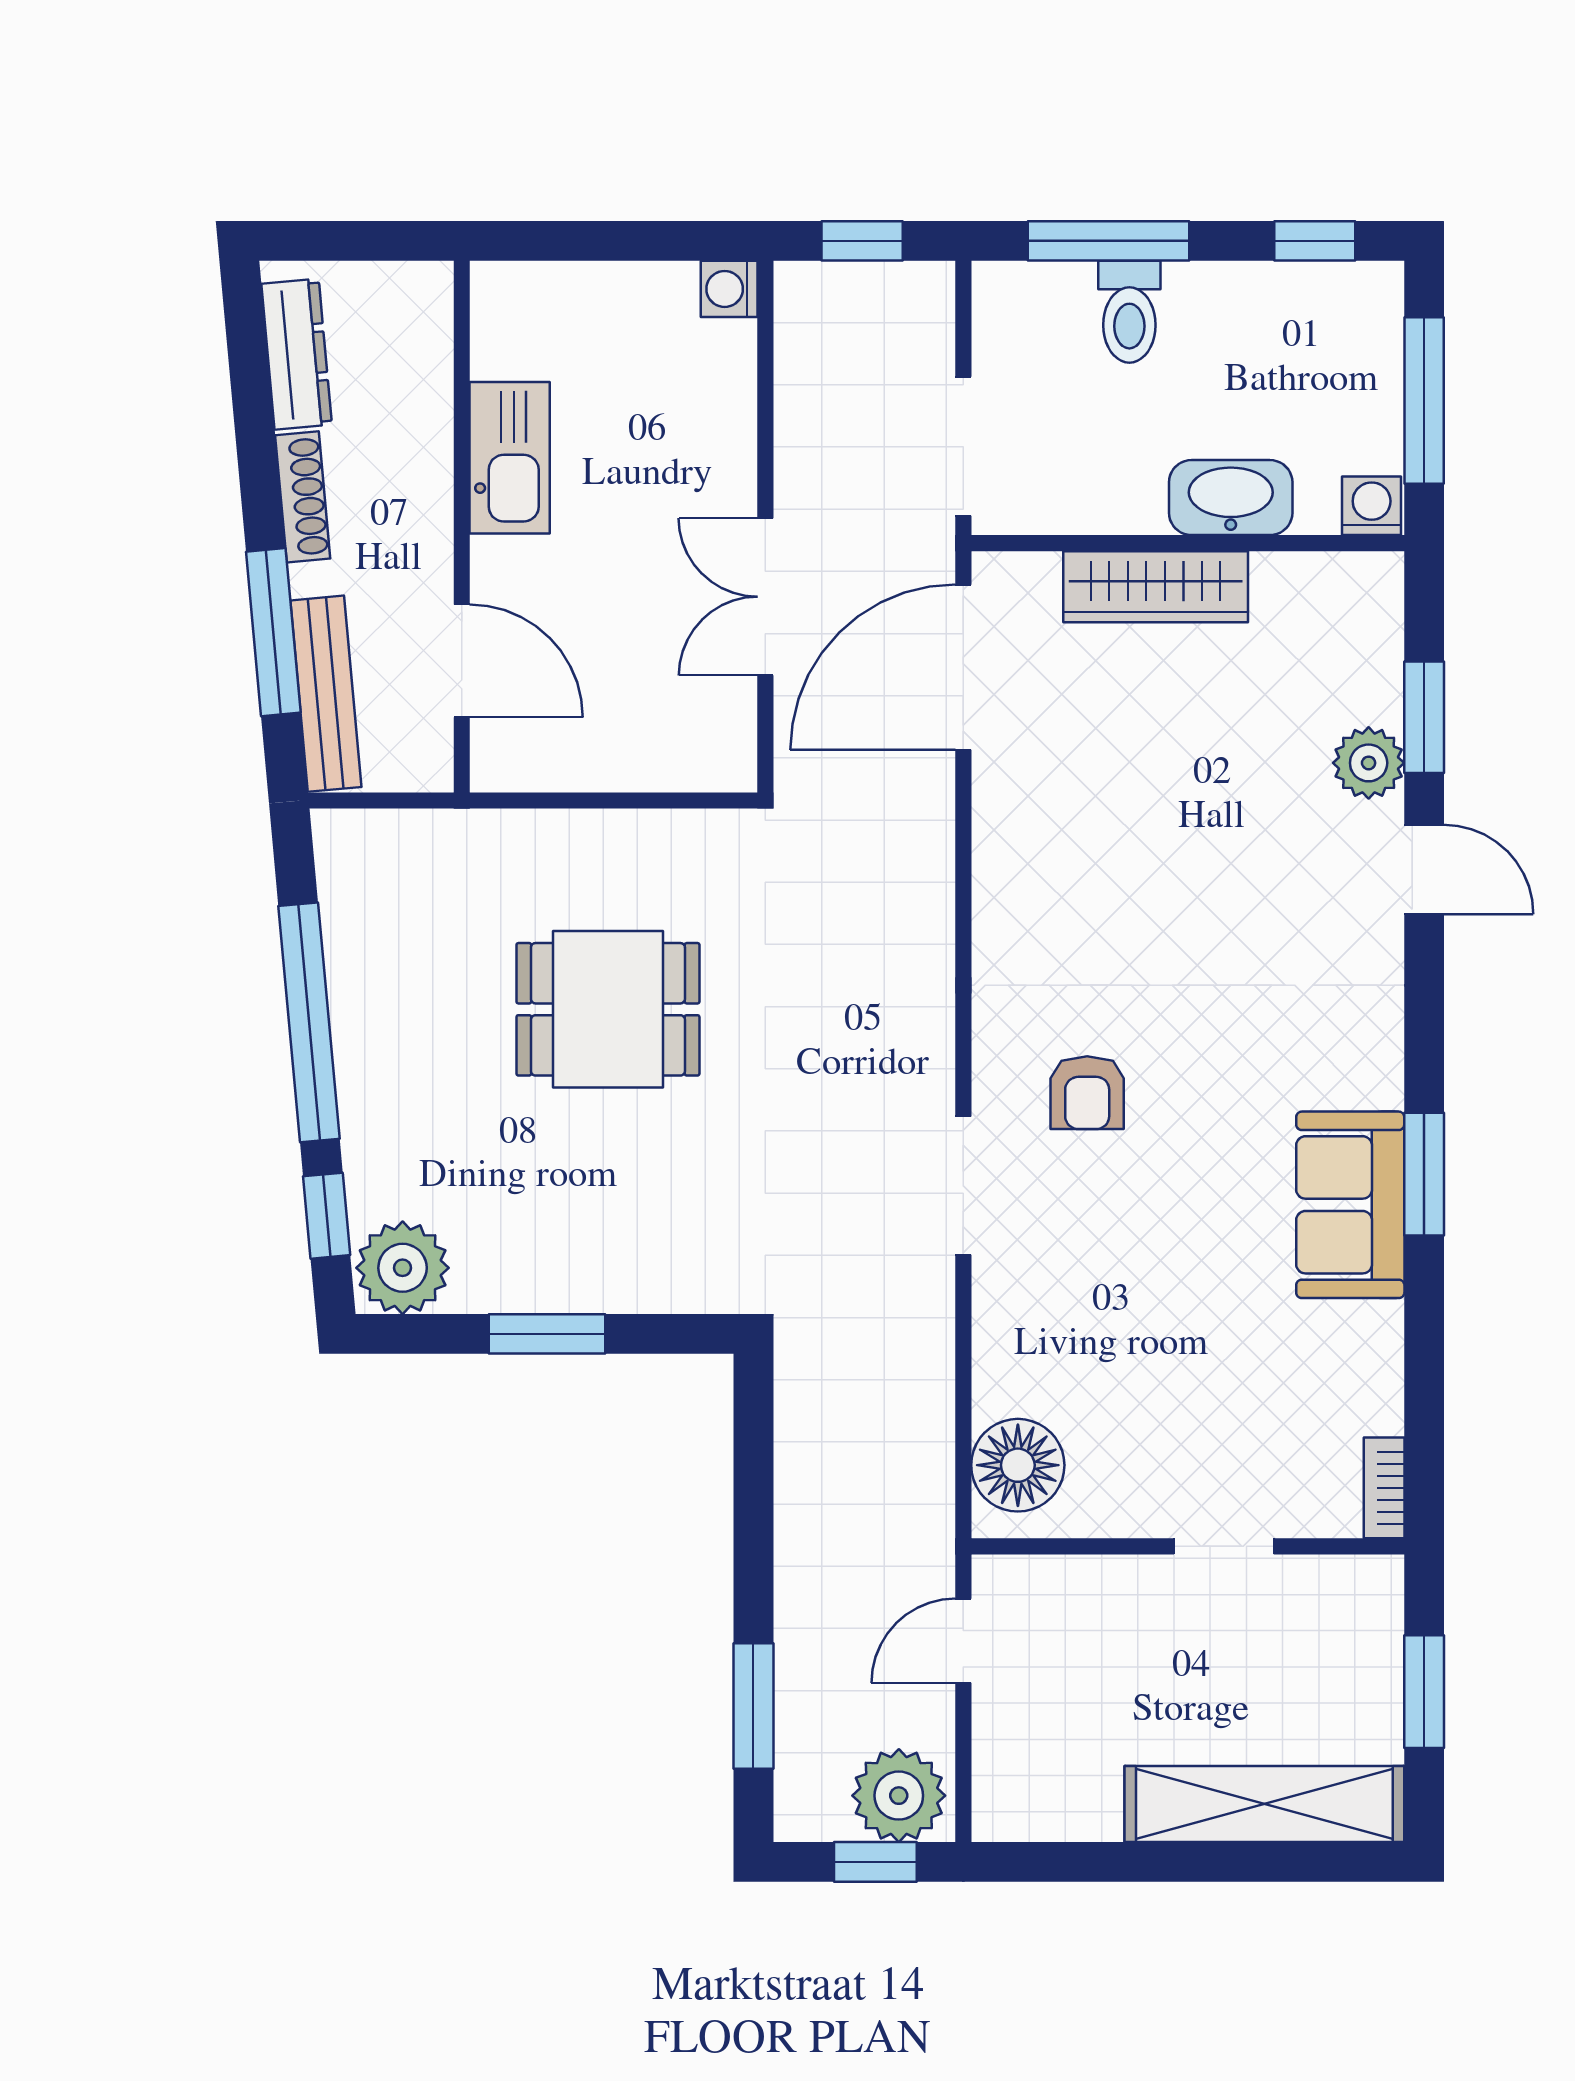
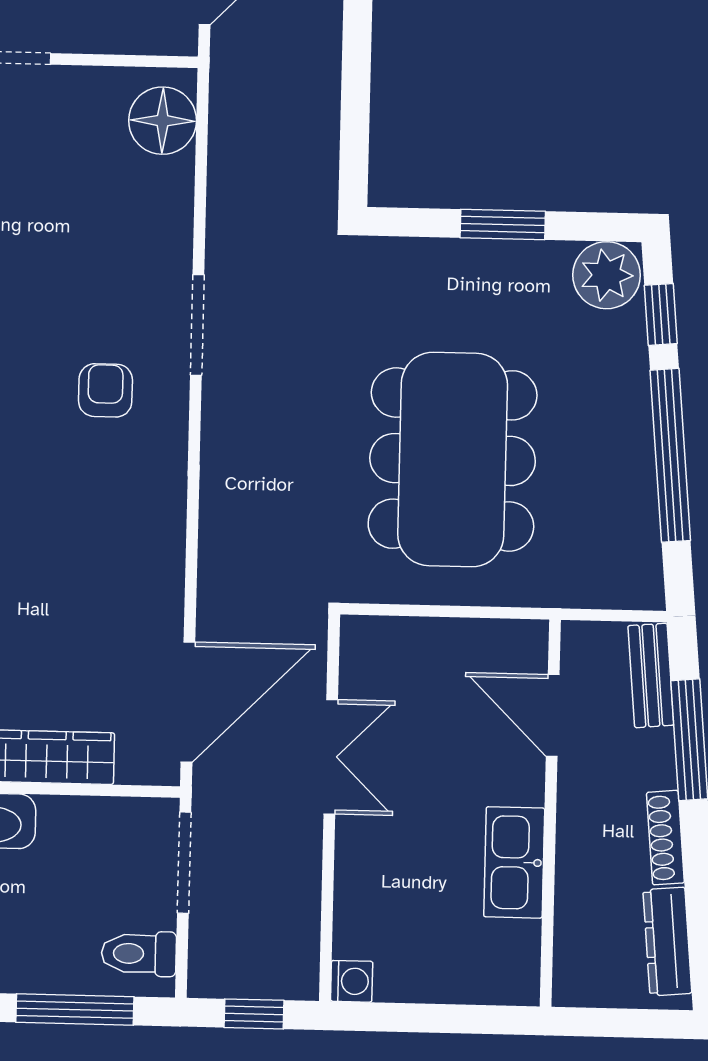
toilet: (1129, 312) -> (139, 954), moved, turned -90
bench: (326, 694) -> (651, 675), width x0.73
dining table: (608, 1009) -> (453, 460), width x1.88, depth x1.24

